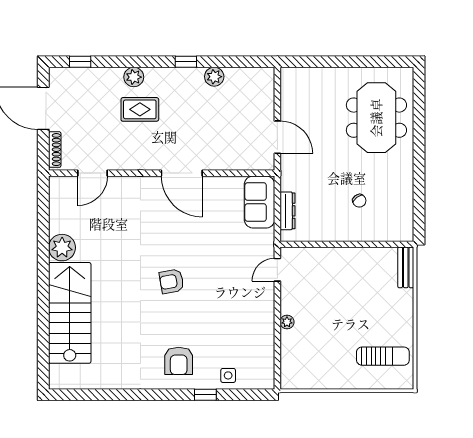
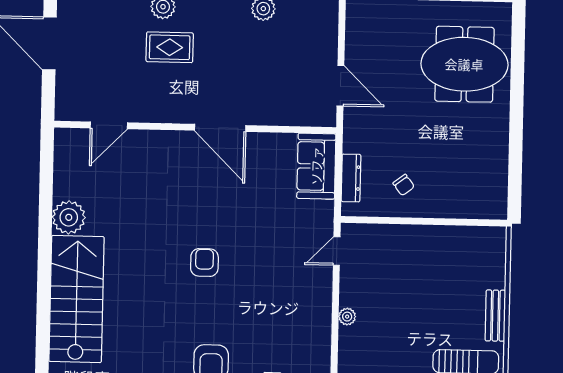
meeting table: (376, 118) -> (464, 64), turned 90
shoe rack: (55, 150) -> (62, 95), removed
chair: (359, 201) -> (404, 185), moved
bench: (406, 267) -> (495, 316), moved
armchair: (172, 281) -> (204, 263), turned 100

